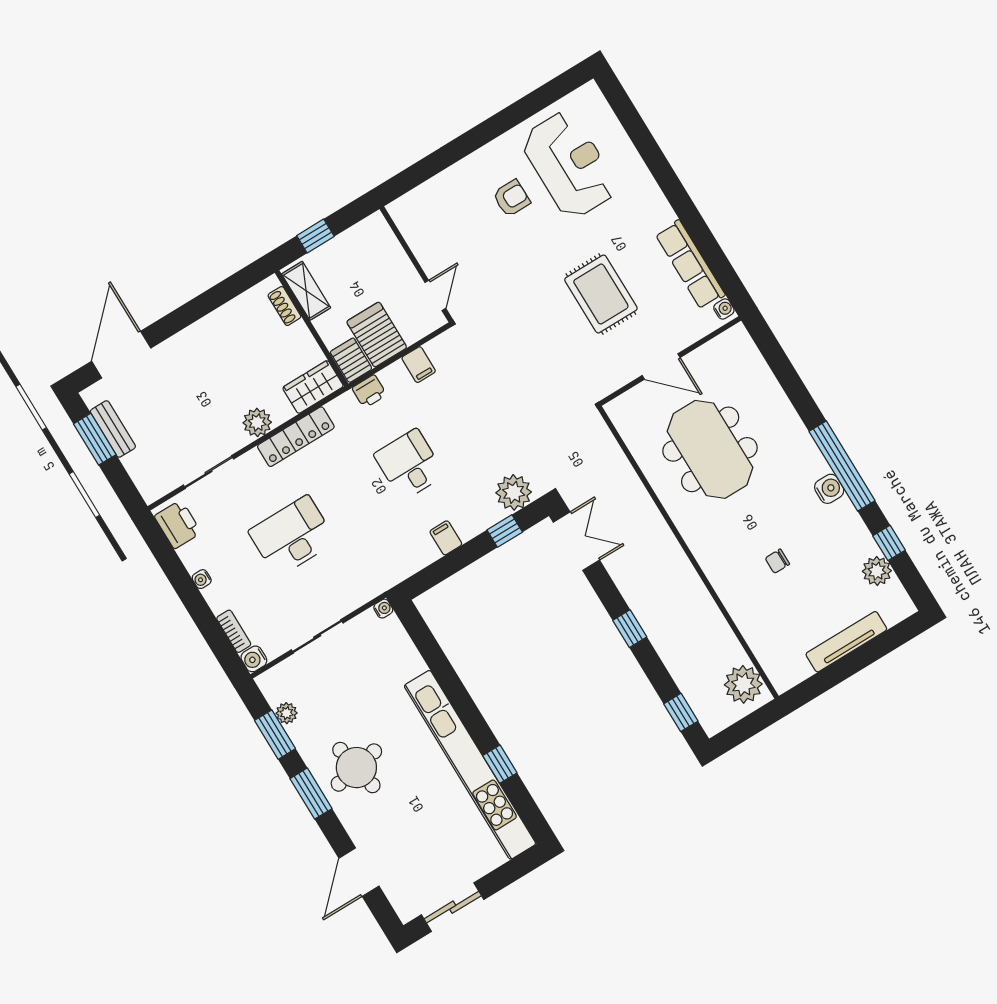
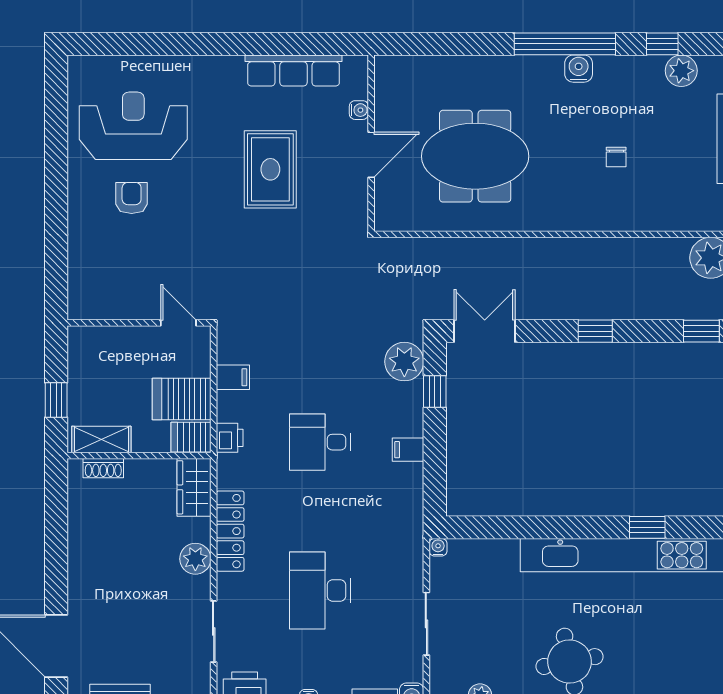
rug: (601, 294) -> (270, 169), turned 90
water cooler: (724, 309) -> (359, 110), moved, turned 90

